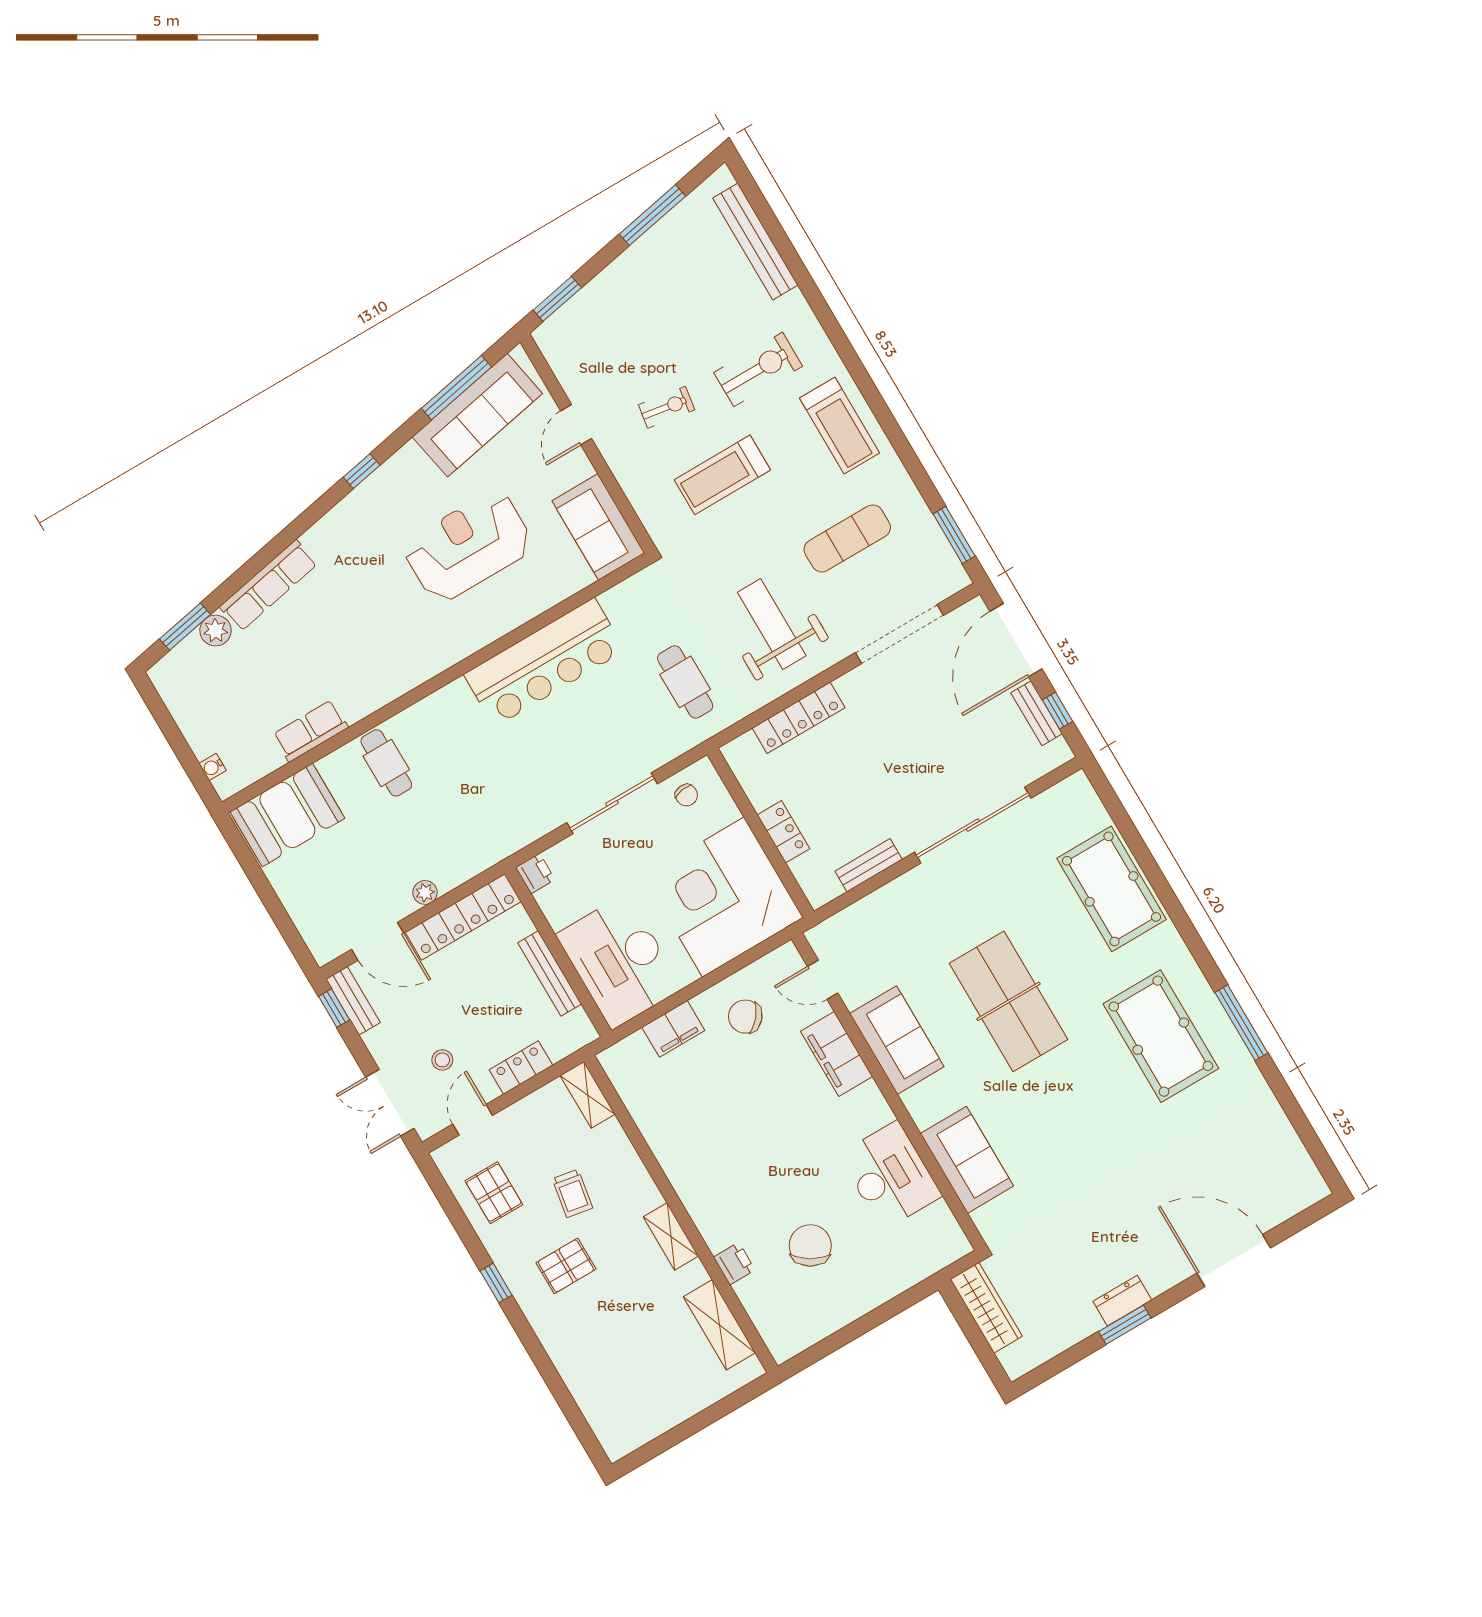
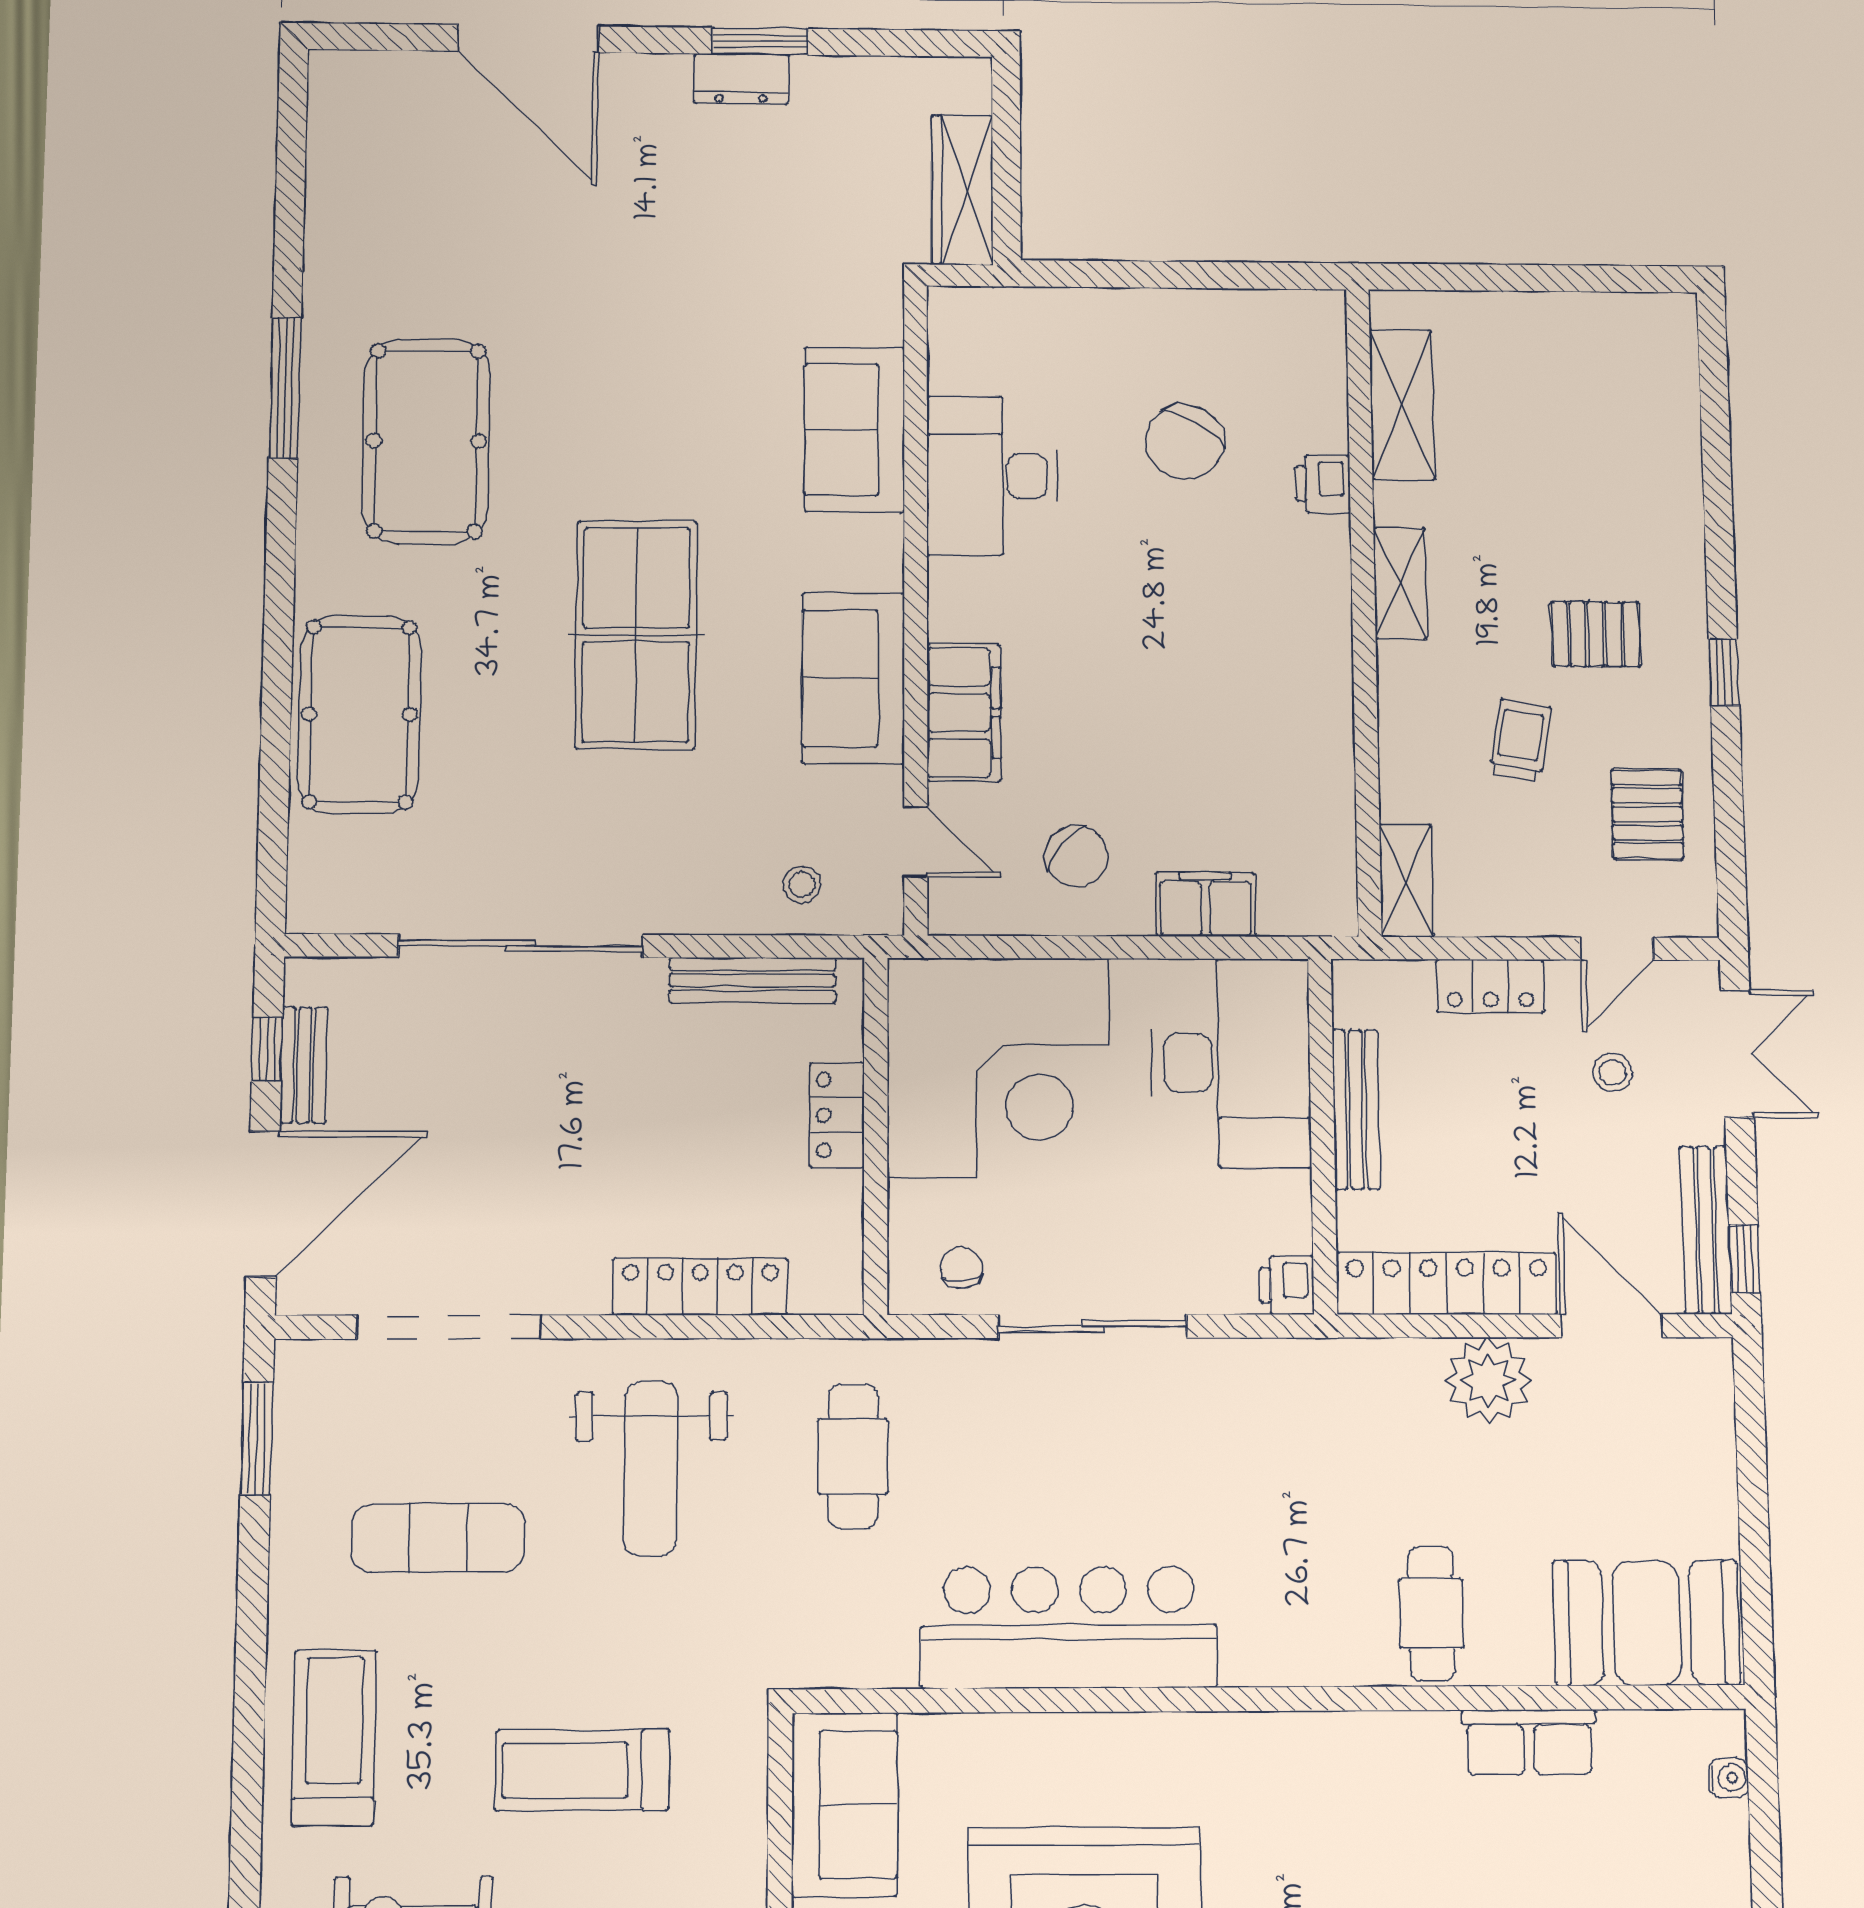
treadmill: (722, 475) -> (582, 1770), turned 180
bench: (869, 865) -> (752, 980), width x1.36
plant: (425, 892) -> (1488, 1380), width x1.88, depth x1.88
stool: (863, 929) -> (802, 885), added
bench: (353, 1001) -> (1706, 1230), width x1.36

